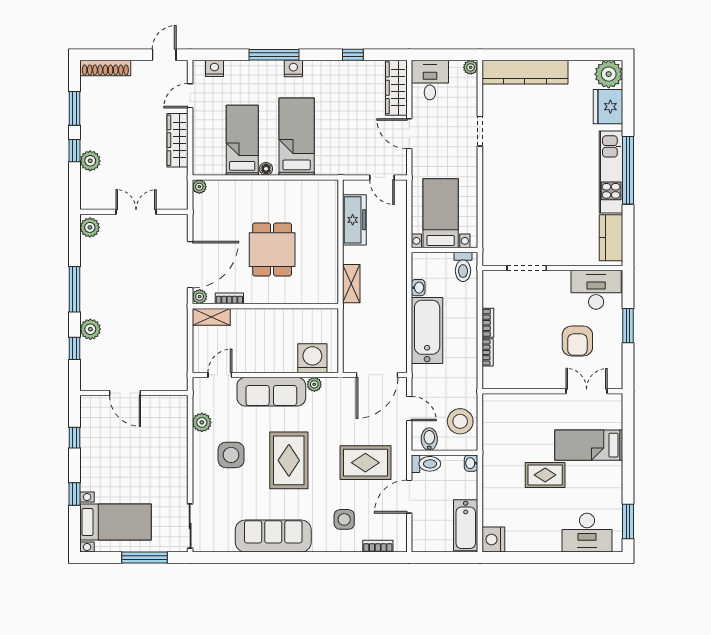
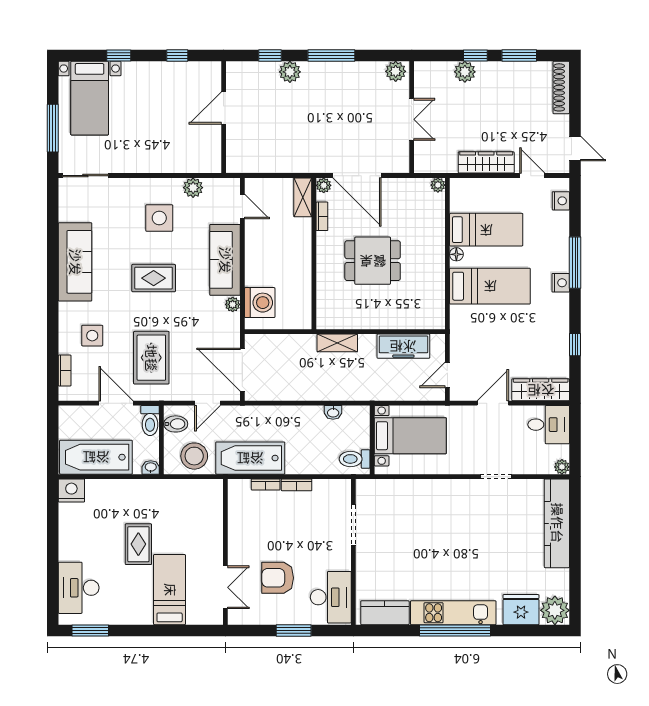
bathtub: (427, 331) -> (250, 458), moved, turned 180
rug: (289, 460) -> (154, 278), width x0.73, depth x0.70
bathtub: (466, 525) -> (96, 457), width x1.36, depth x1.36

